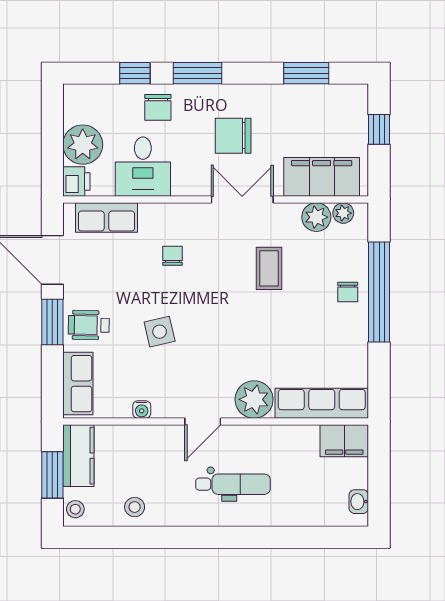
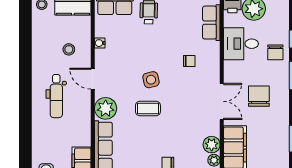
chair: (158, 107) -> (275, 52), turned -90
coffee table: (269, 268) -> (148, 108), moved
side table: (160, 332) -> (151, 80), moved
stool: (135, 507) -> (69, 49), moved

